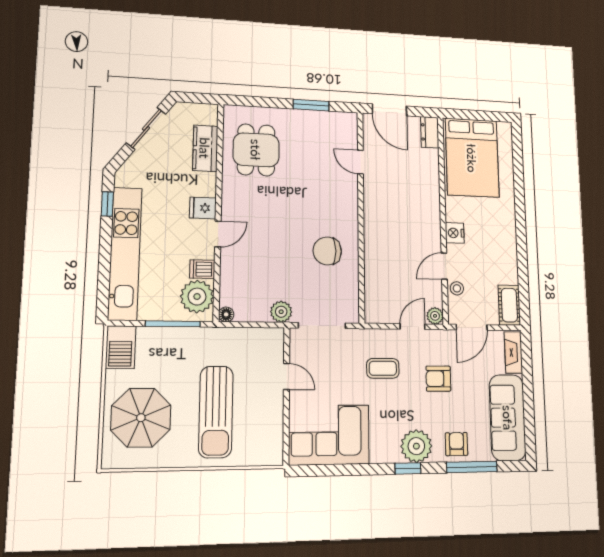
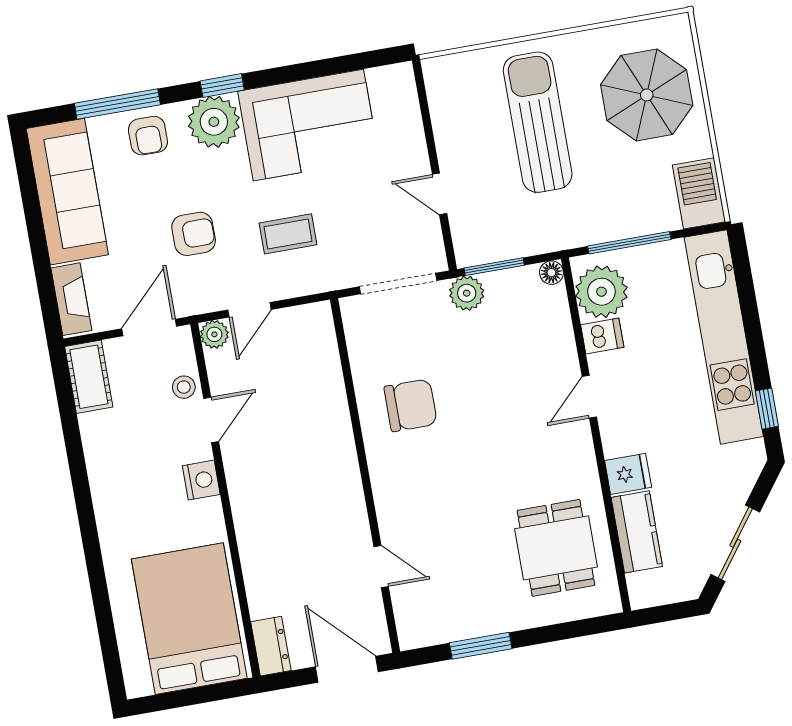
fridge: (203, 208) -> (628, 474), moved
window: (261, 325) -> (494, 267), added
corner sofa: (329, 435) -> (308, 125), moved

